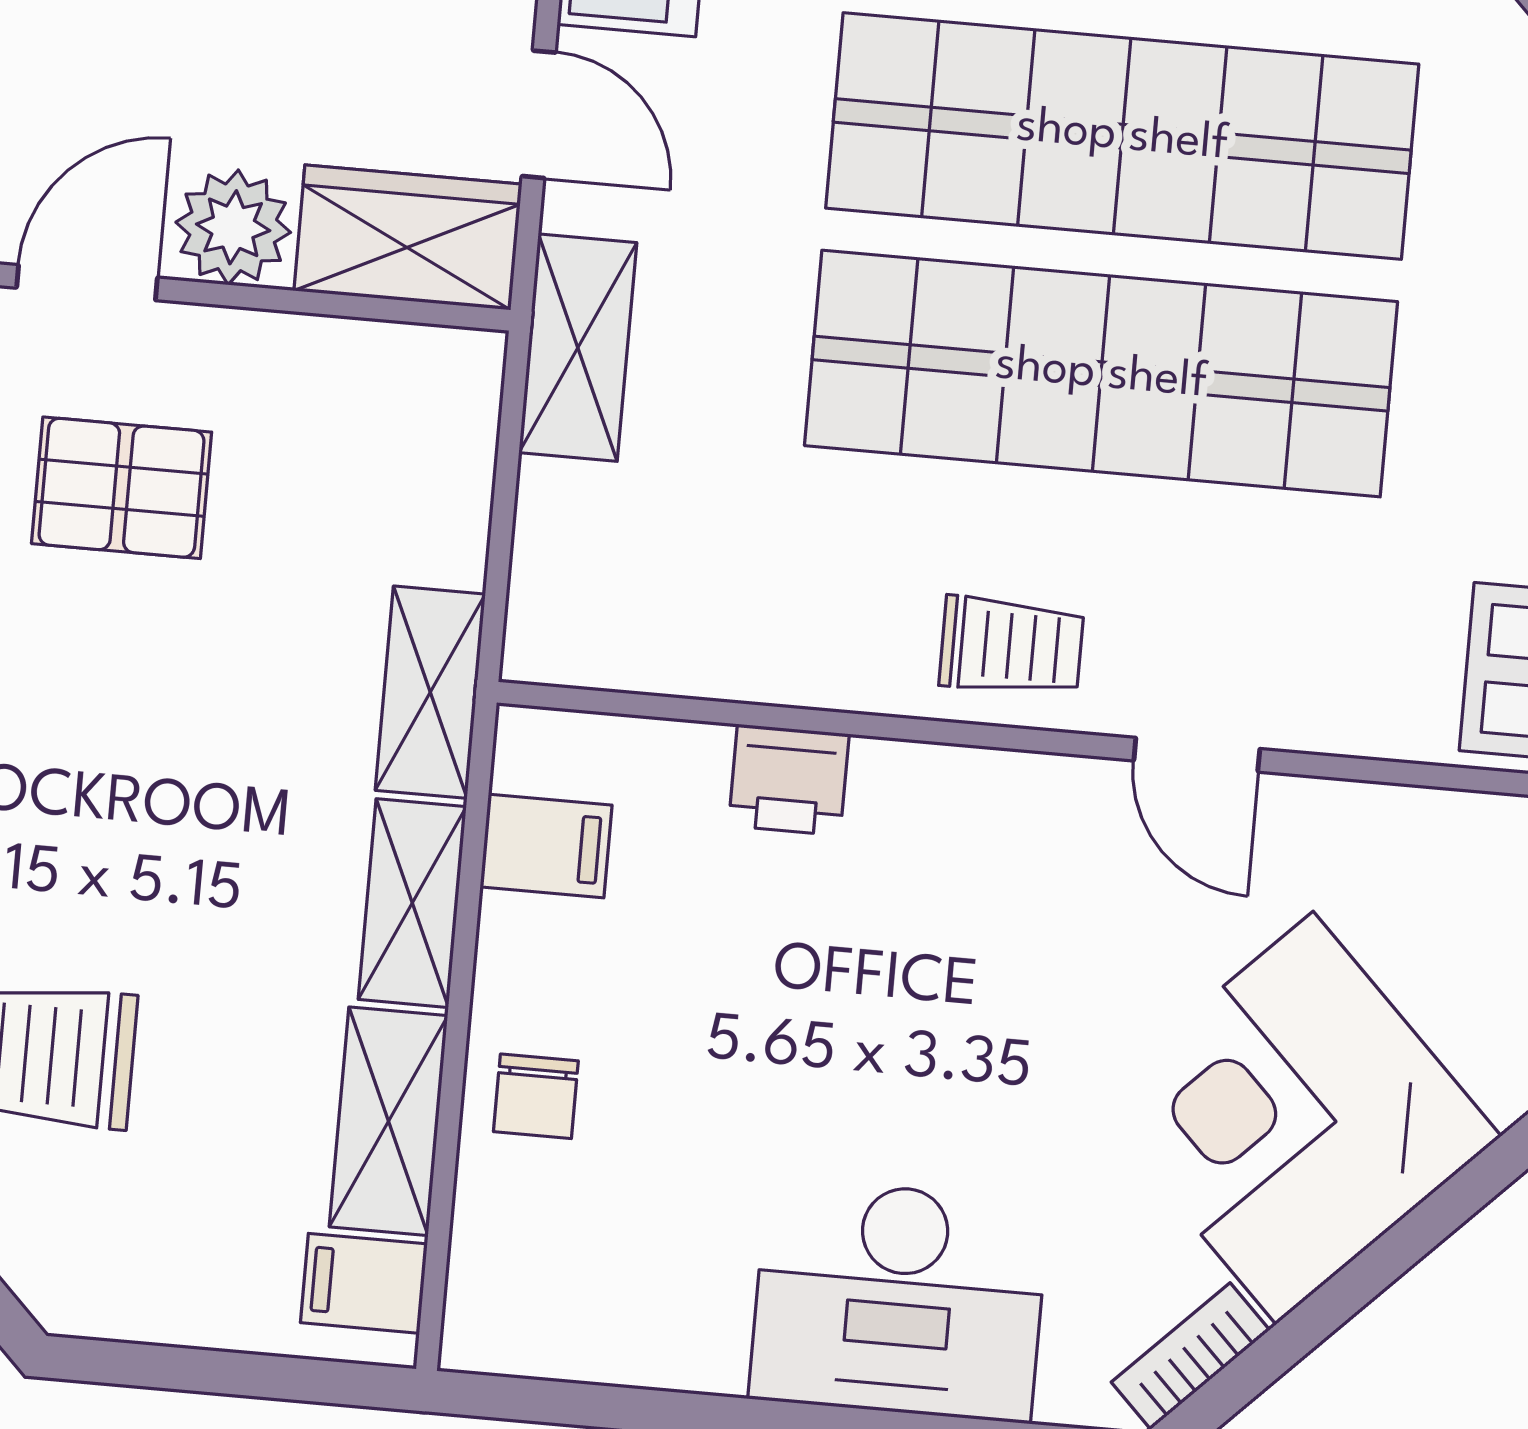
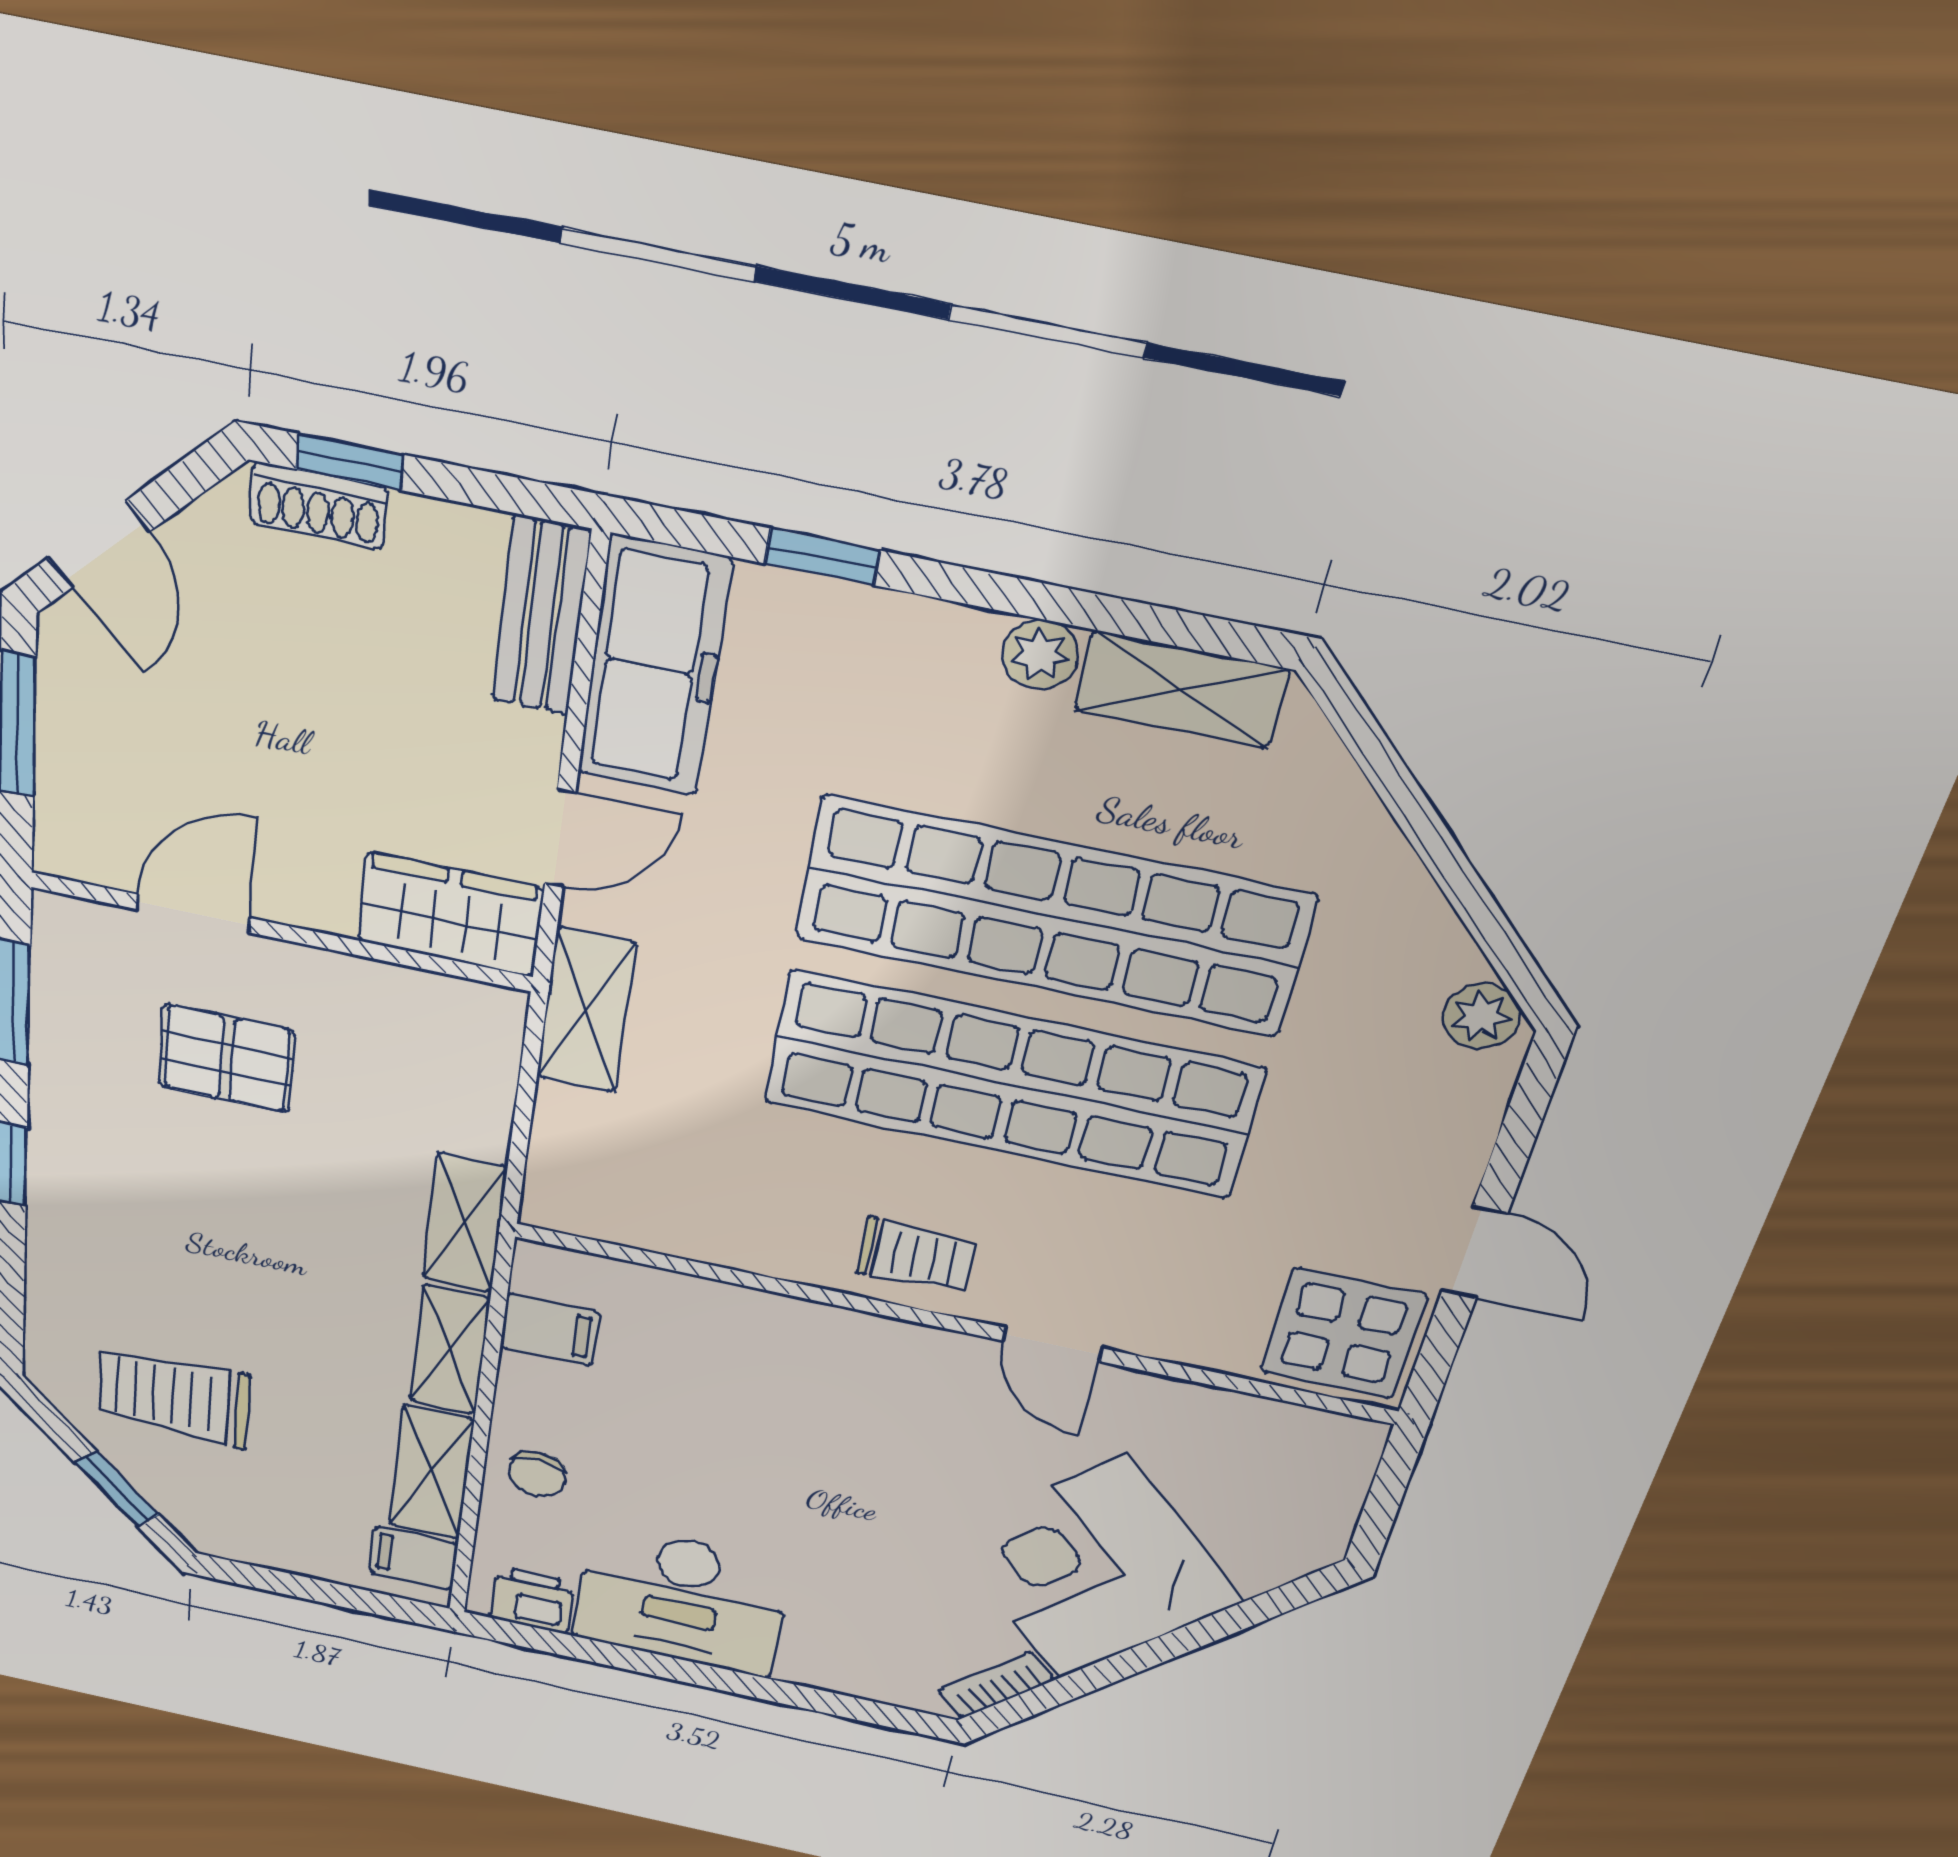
door: (539, 114) -> (560, 838), hinge flipped
plant: (233, 227) -> (309, 889), removed
printer: (789, 780) -> (532, 1600), moved, turned 180
desk: (899, 1300) -> (682, 1600), moved

